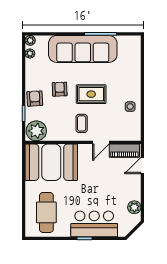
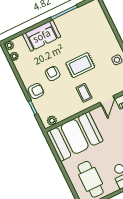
sofa: (83, 49) -> (42, 36), width x0.54, depth x0.79
armchair: (35, 99) -> (36, 91), turned 93
plant: (36, 131) -> (52, 121), width x0.53, depth x0.53

